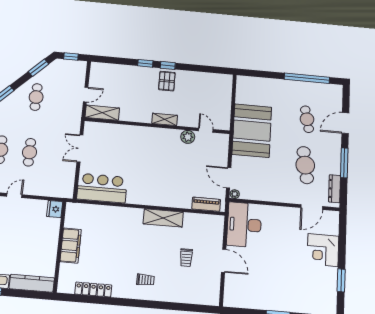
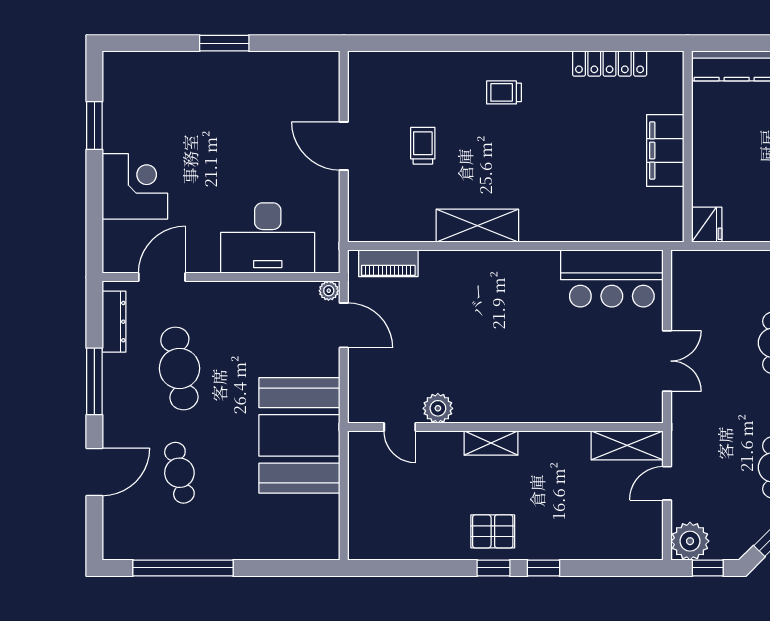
plant: (78, 69) -> (690, 541), added
pallet: (167, 81) -> (493, 531), turned 90
desk: (244, 225) -> (268, 238), moved, turned 90

